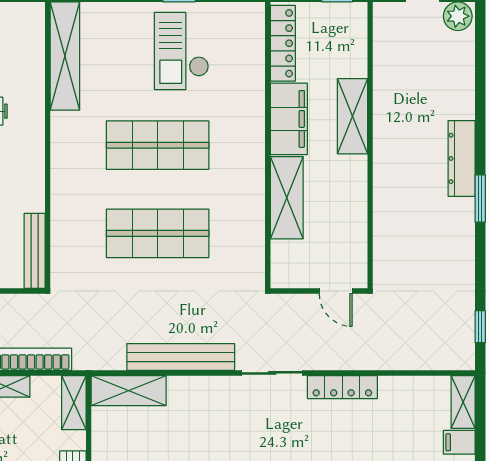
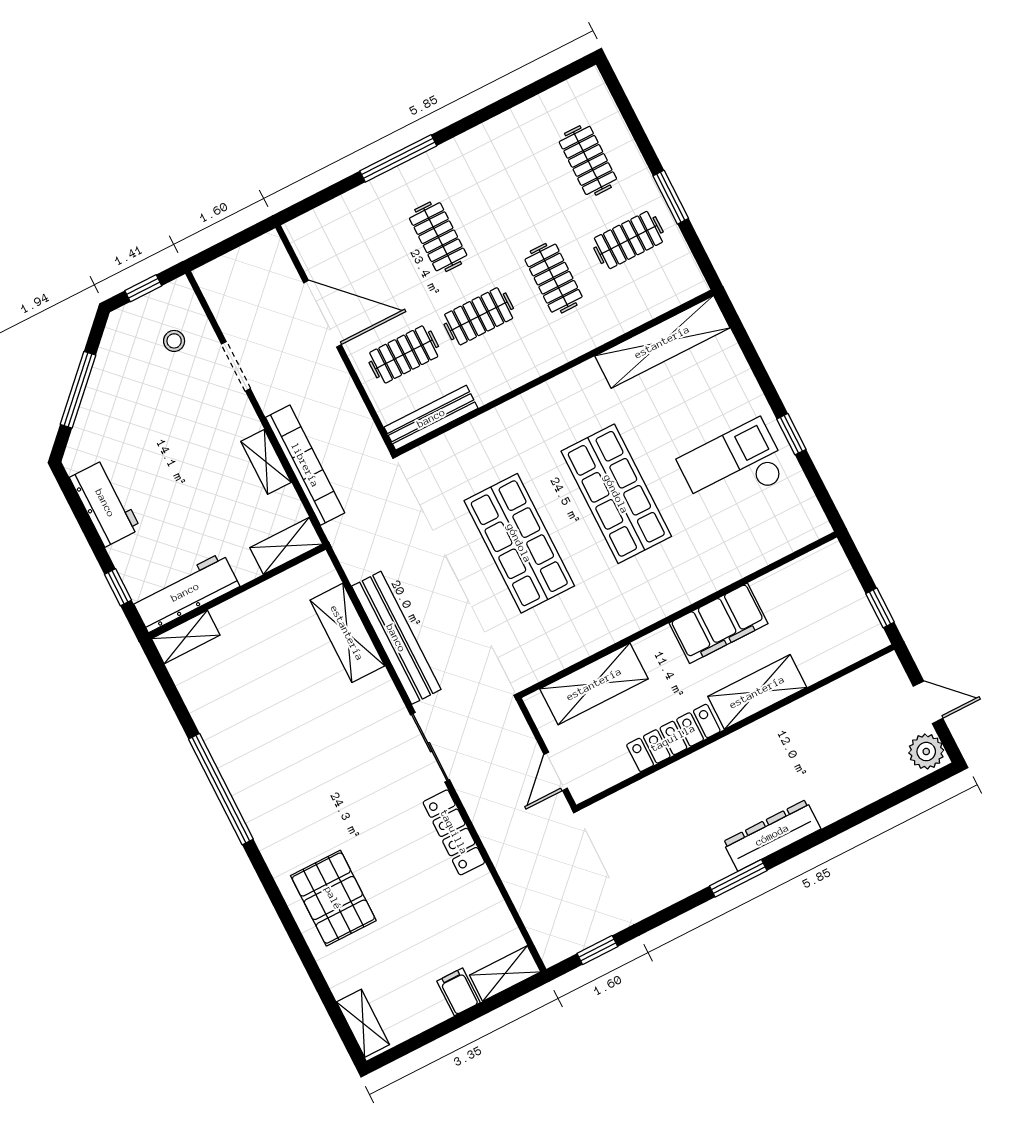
locker: (283, 43) -> (673, 738), moved, turned 180
shelving: (287, 198) -> (594, 684), moved
shelving: (129, 391) -> (347, 633), moved

